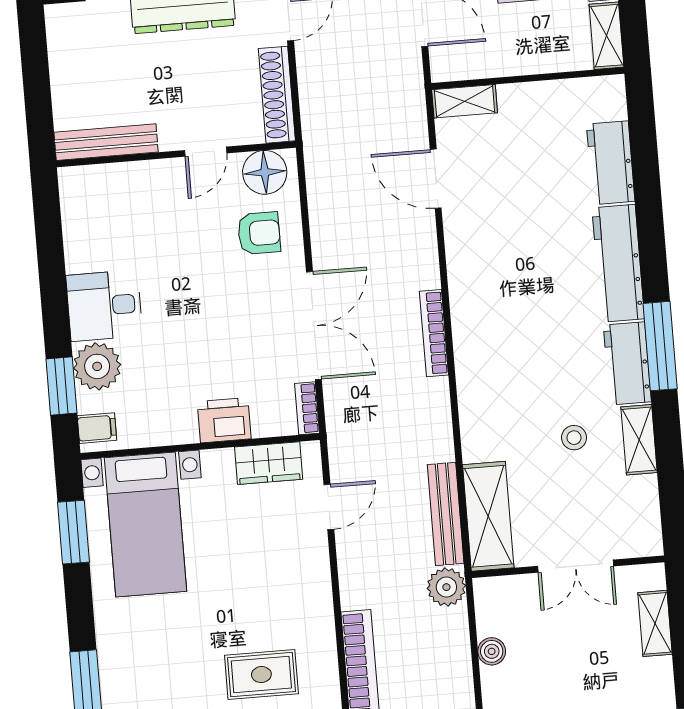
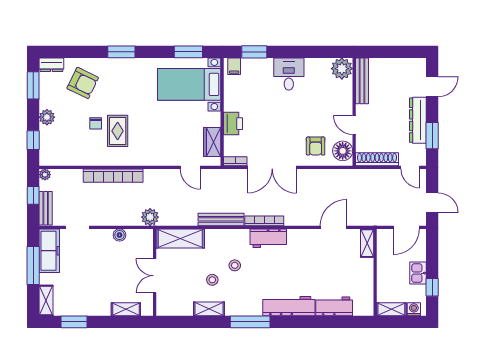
workbench: (627, 363) -> (268, 238), moved, turned 180
plant: (97, 366) -> (342, 69), moved
stool: (538, 391) -> (235, 265), added
bench: (446, 514) -> (221, 219), moved

